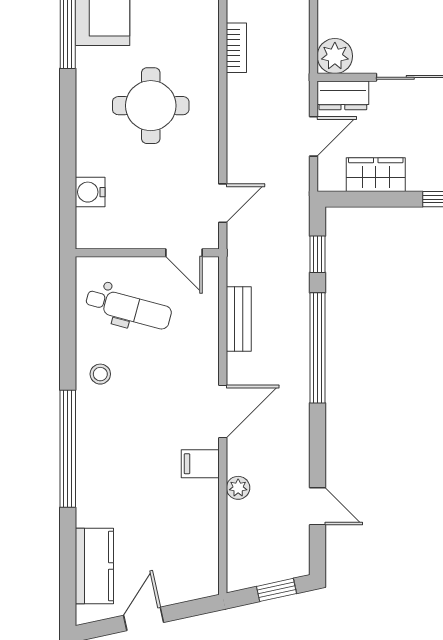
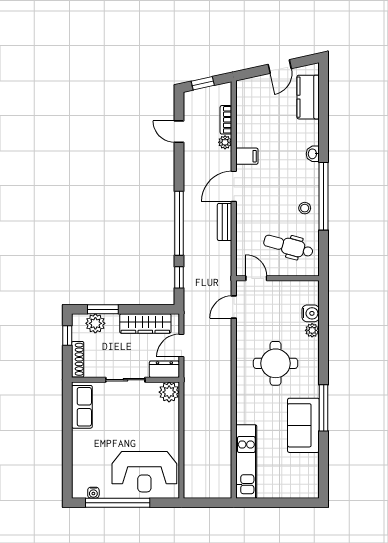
bookcase: (236, 48) -> (226, 120), moved
plant: (87, 163) -> (312, 330), added
wardrobe: (376, 175) -> (145, 323), width x1.50
bench: (239, 319) -> (225, 222), moved
window: (68, 449) -> (324, 196), moved
washbasin: (86, 468) -> (313, 154), added

